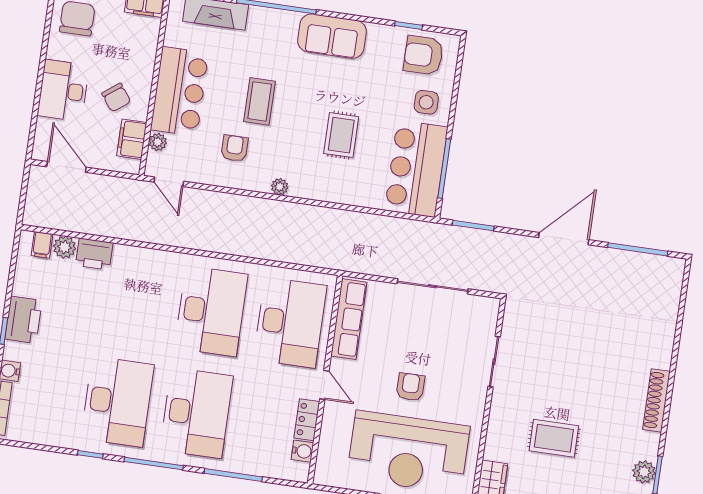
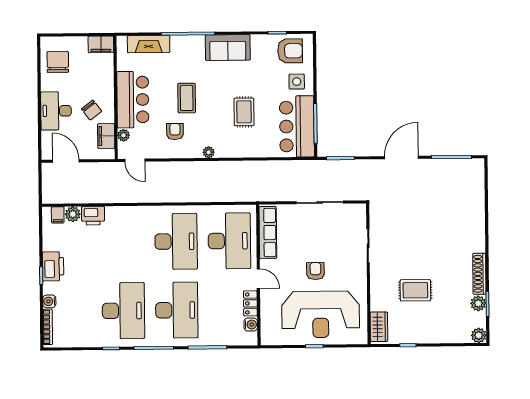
armchair: (423, 55) -> (290, 51), turned 180
shoe rack: (656, 400) -> (479, 274), moved

